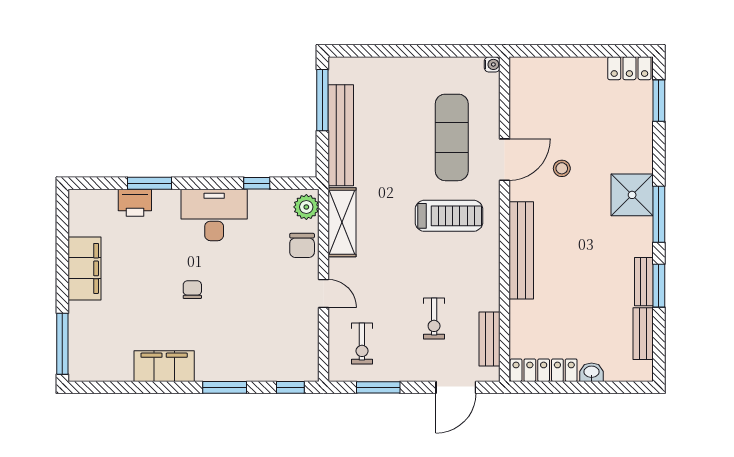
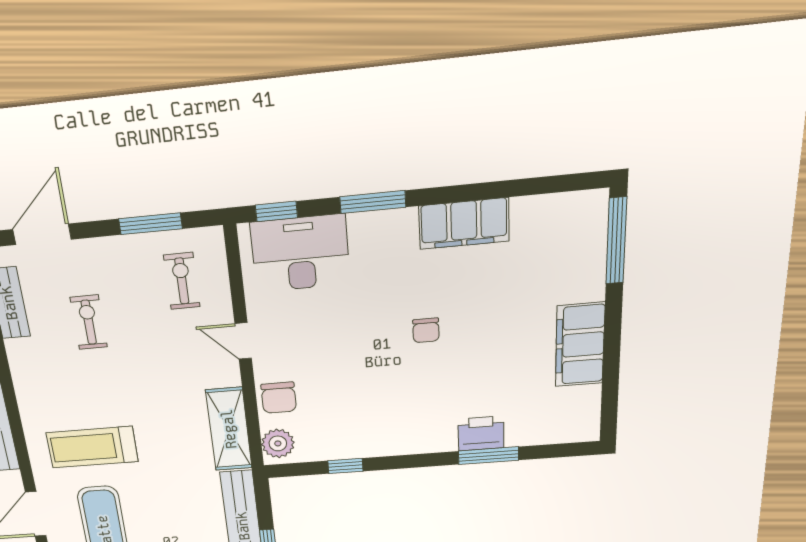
printer: (135, 203) -> (481, 433), moved
desk: (214, 215) -> (300, 253), moved, turned 180
chair: (302, 245) -> (279, 398), turned 180

